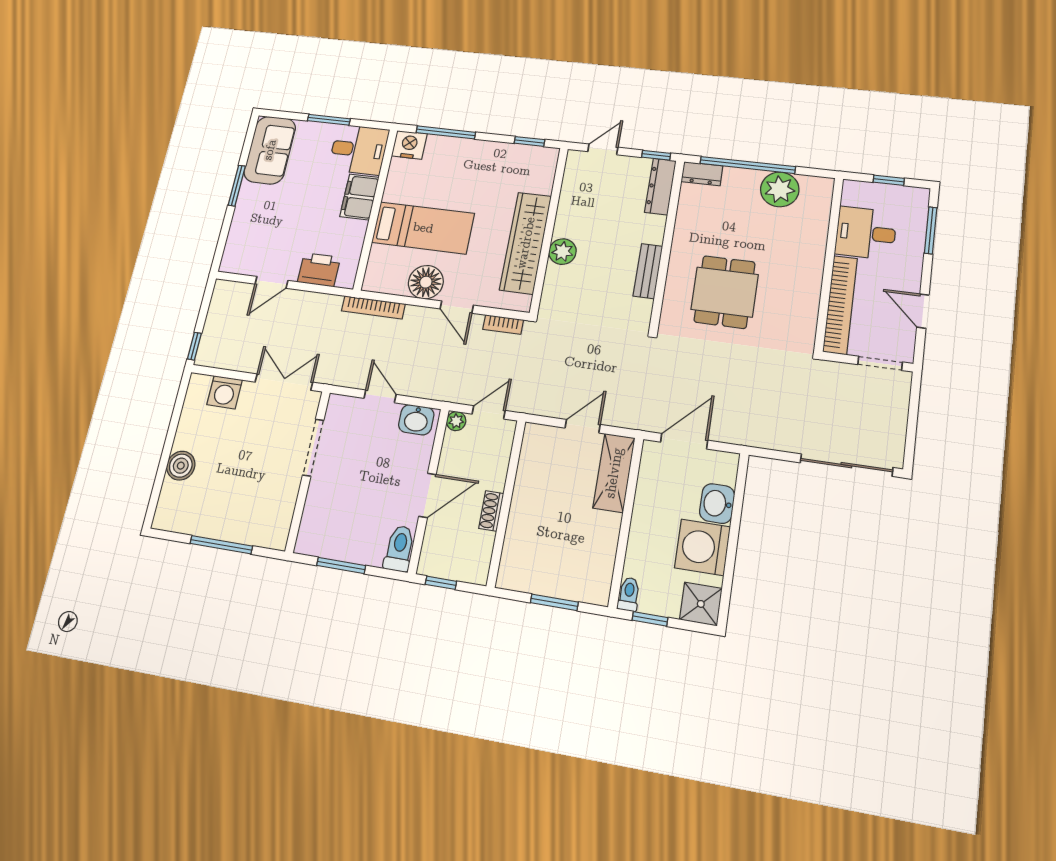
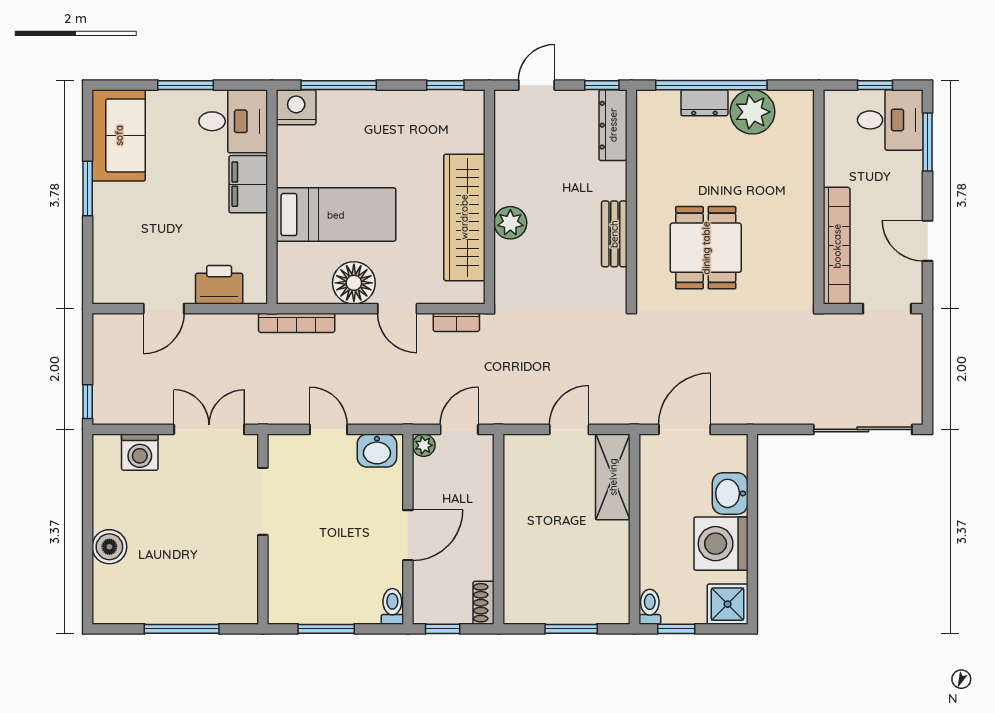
dresser: (702, 174) -> (704, 103), moved
desk: (866, 233) -> (890, 120), moved, turned 180
shoe rack: (491, 511) -> (483, 603), moved
toilet: (399, 549) -> (392, 606), width x0.73, depth x0.72

